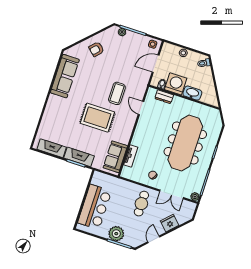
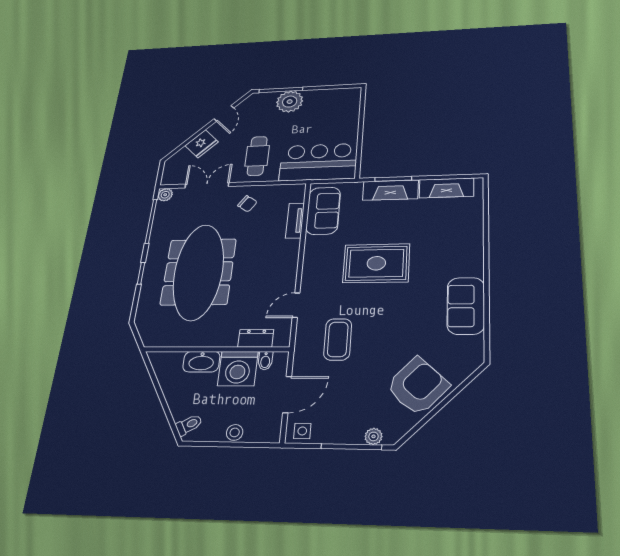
armchair: (96, 49) -> (418, 386), width x1.88, depth x1.88
sofa: (65, 76) -> (466, 306), width x0.73
coffee table: (117, 93) -> (338, 339), moved
door: (141, 108) -> (296, 305), swing flipped
bar counter: (95, 207) -> (318, 162), moved, turned 90

